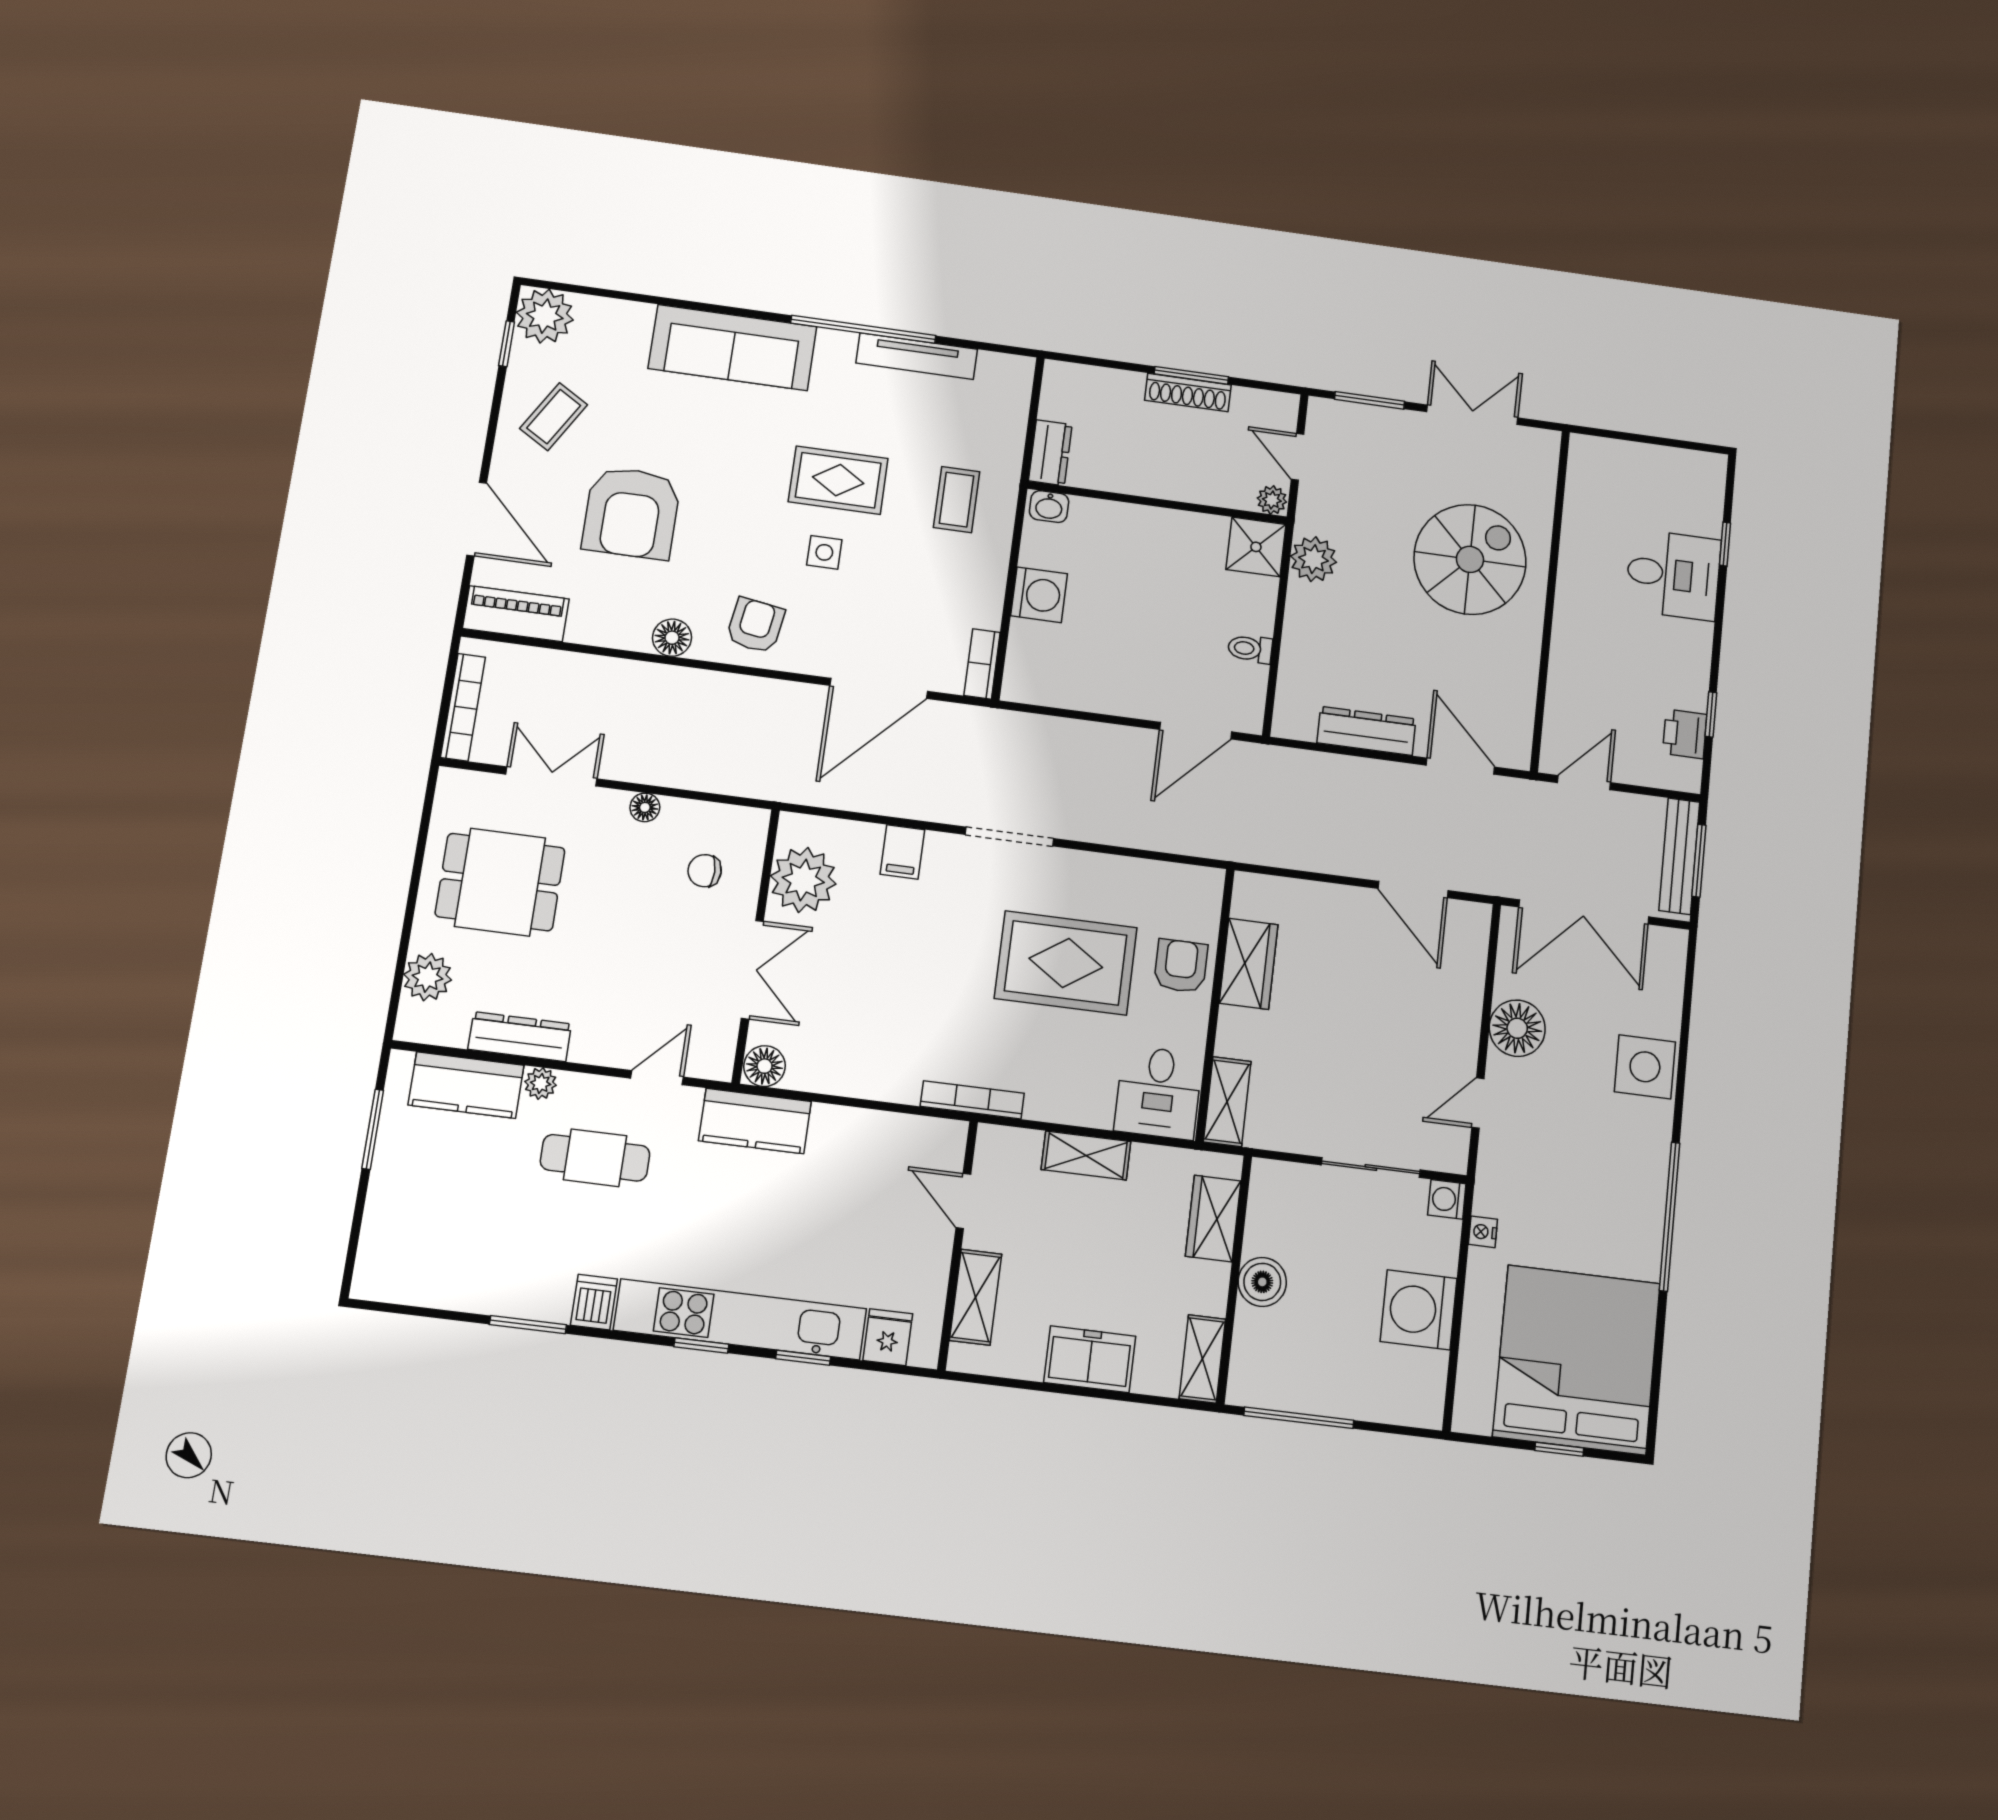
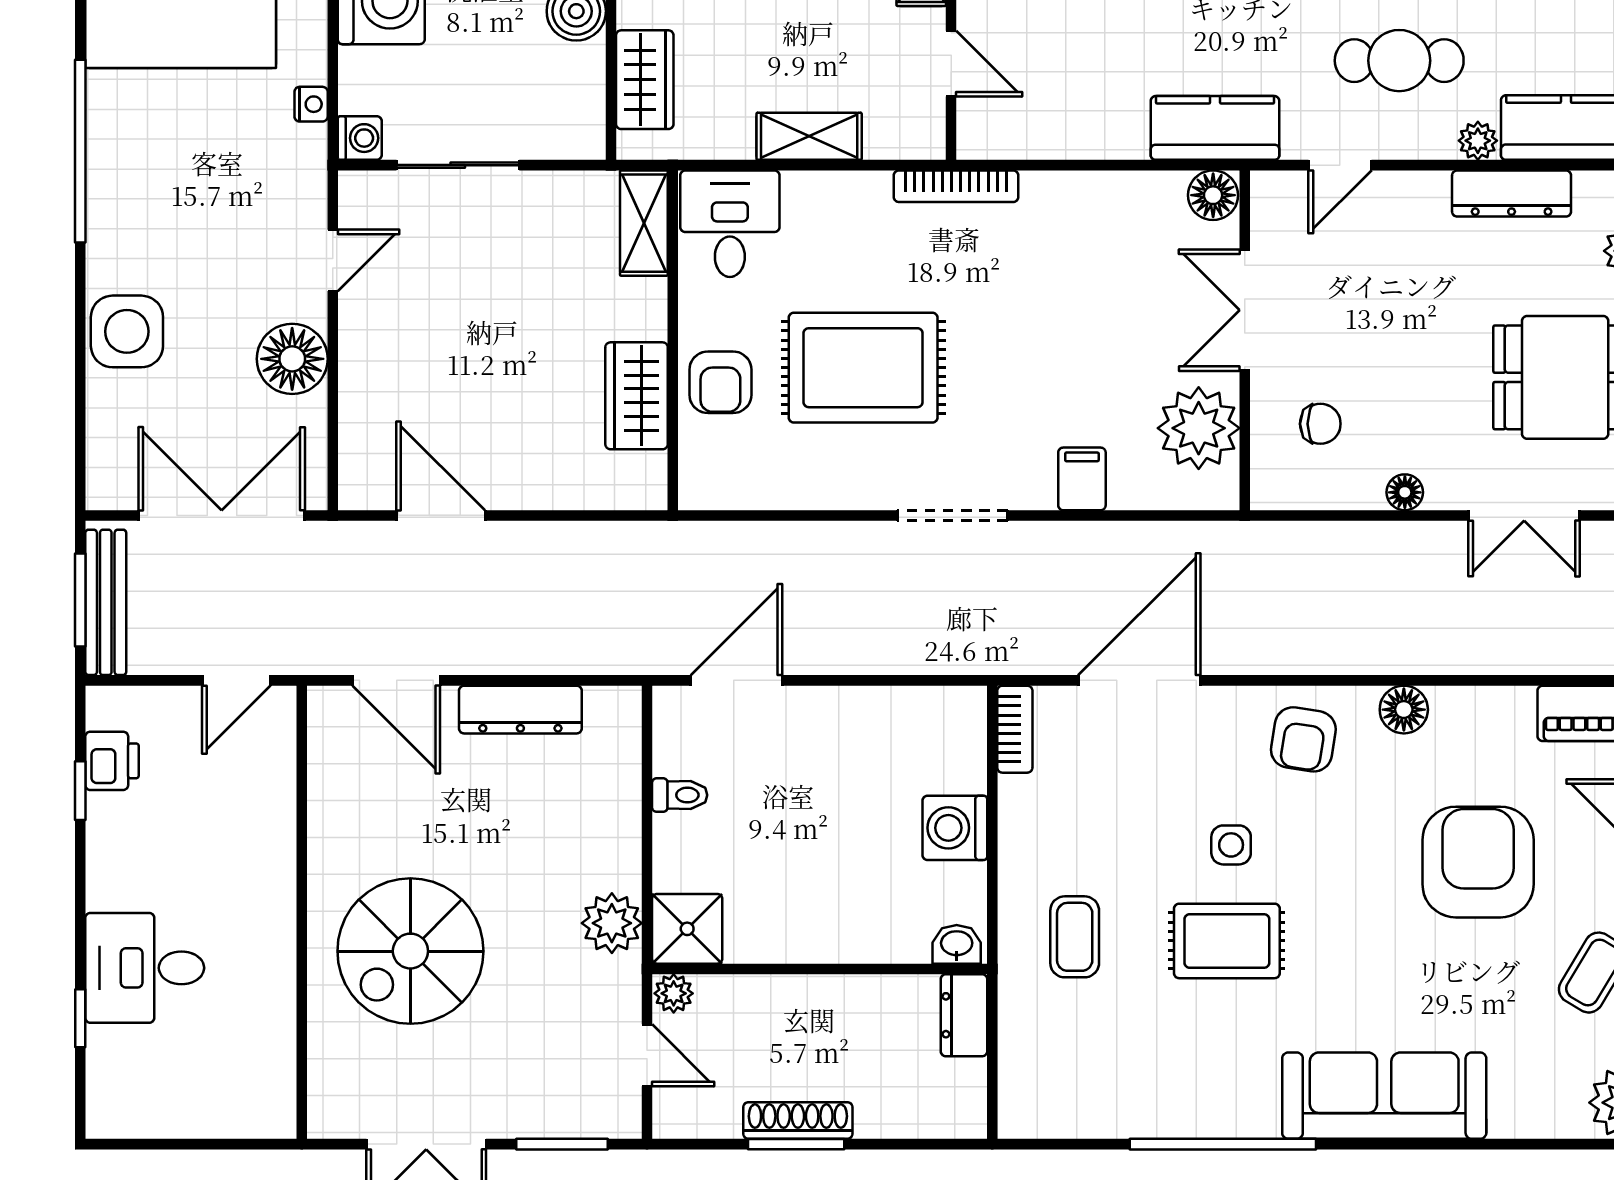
tv unit: (917, 356) -> (1150, 1118), removed

